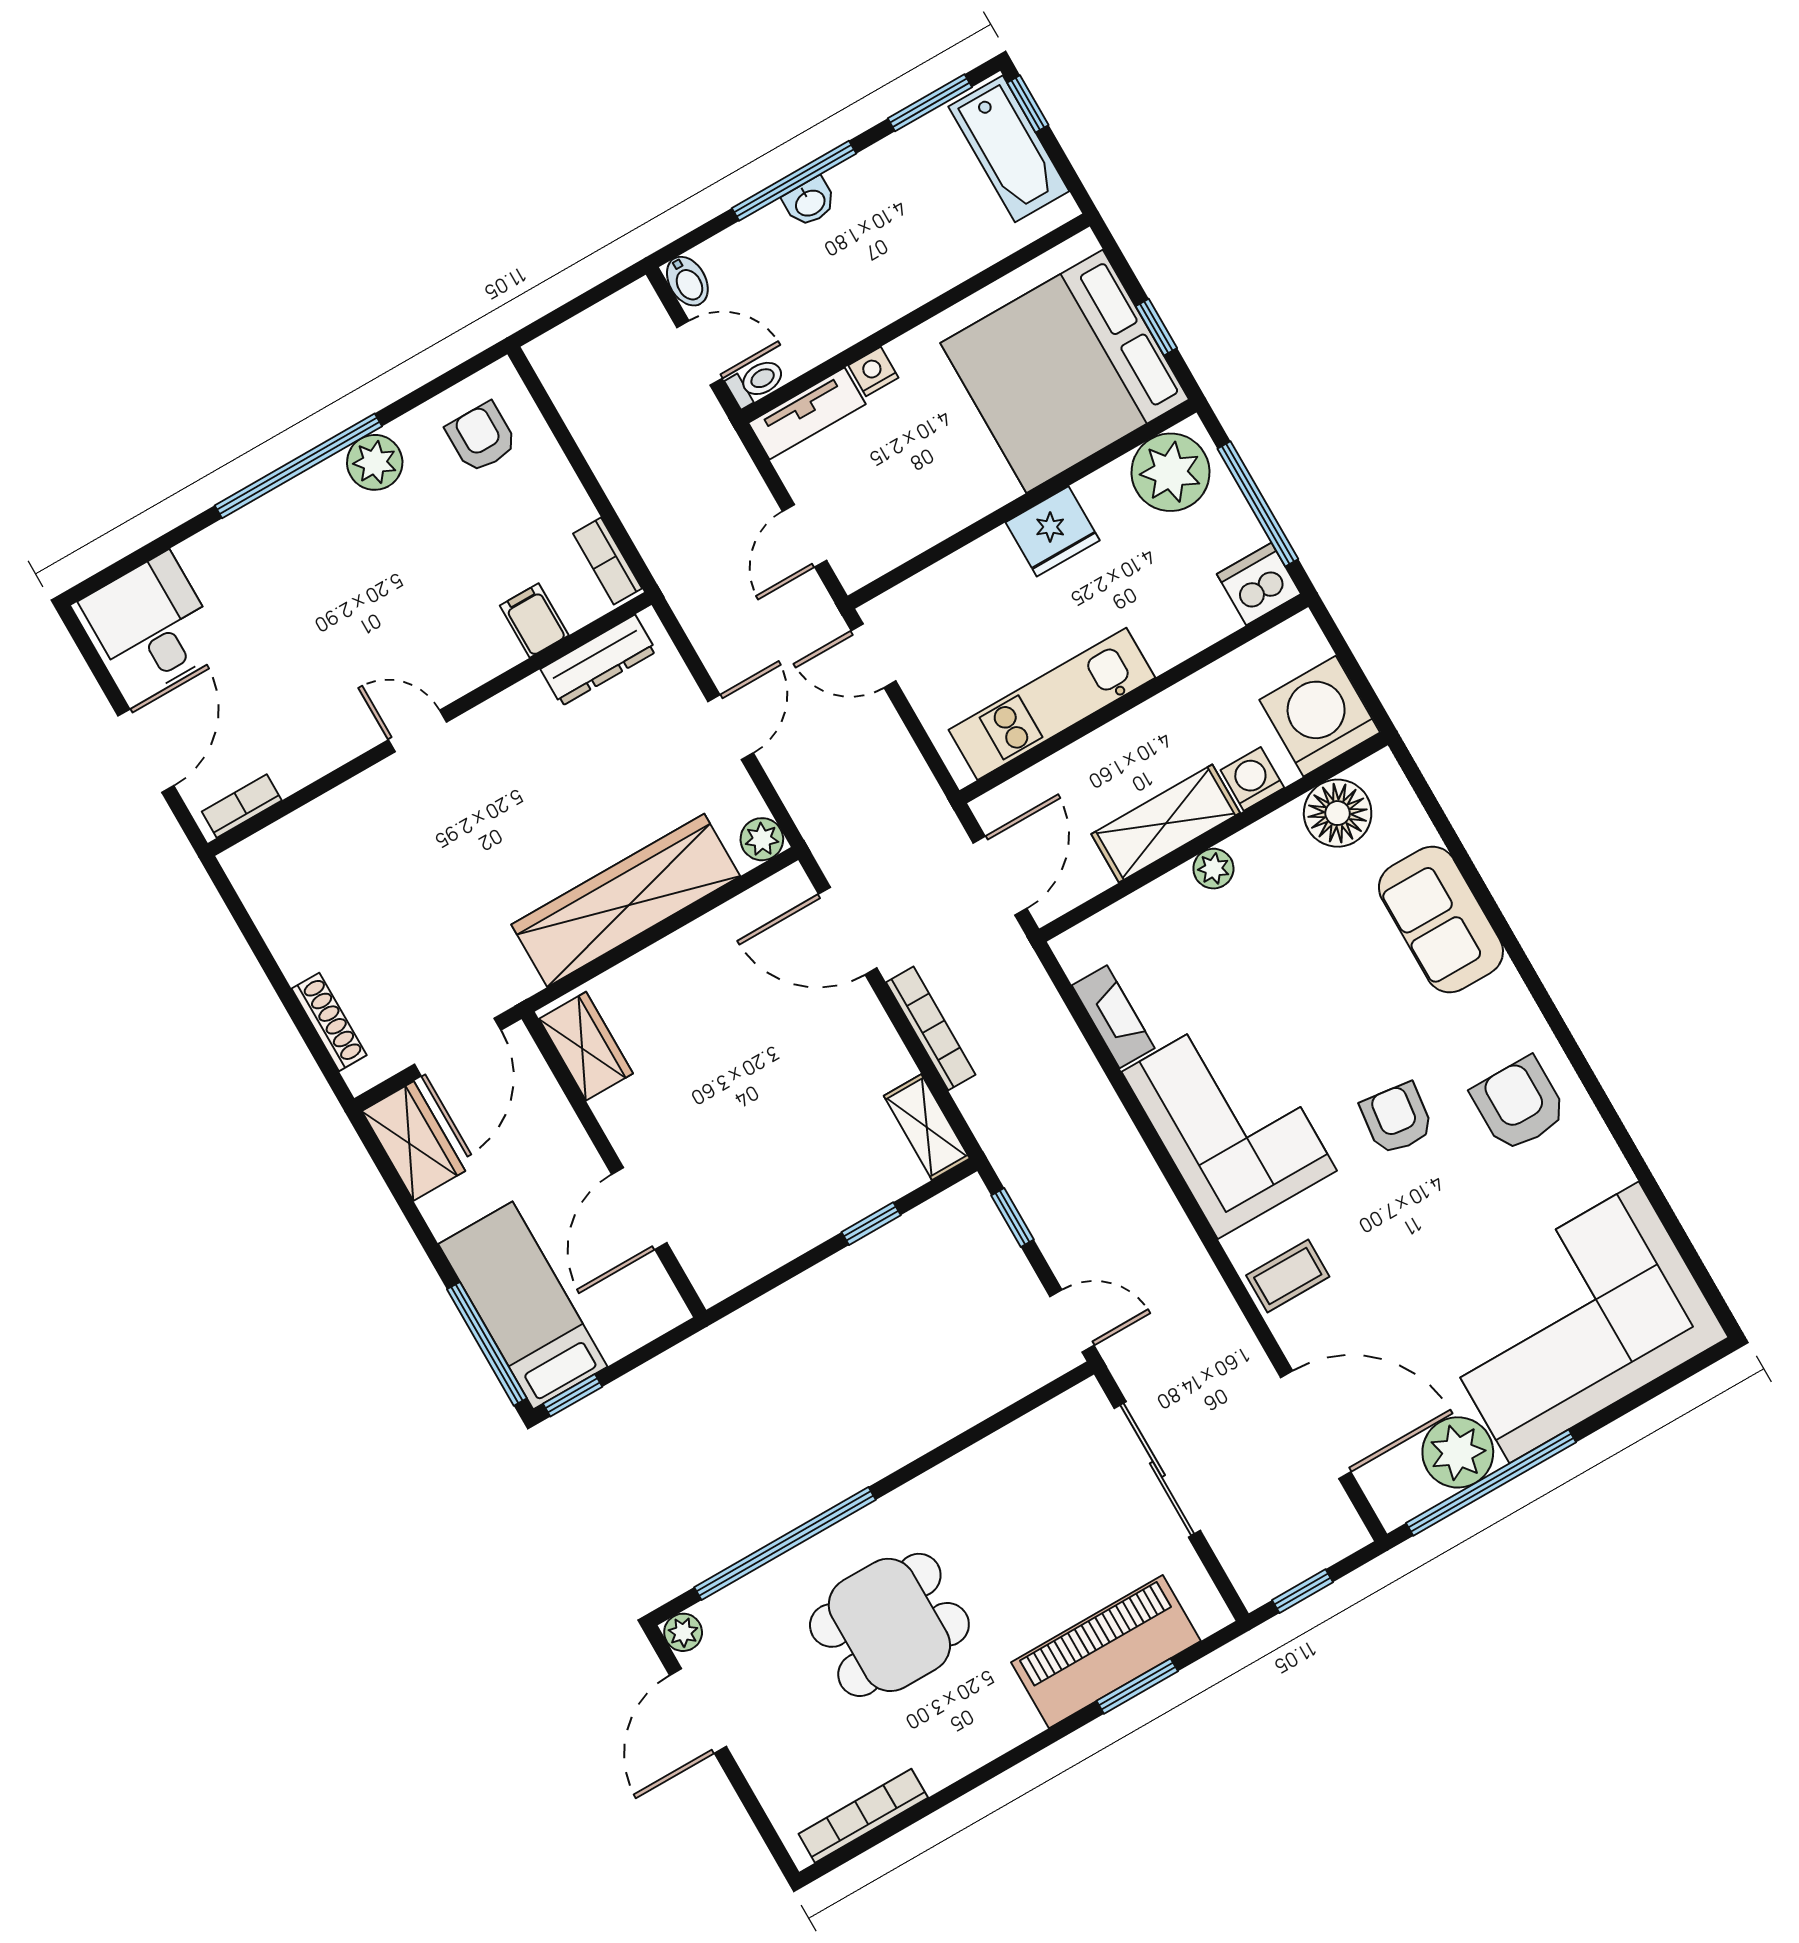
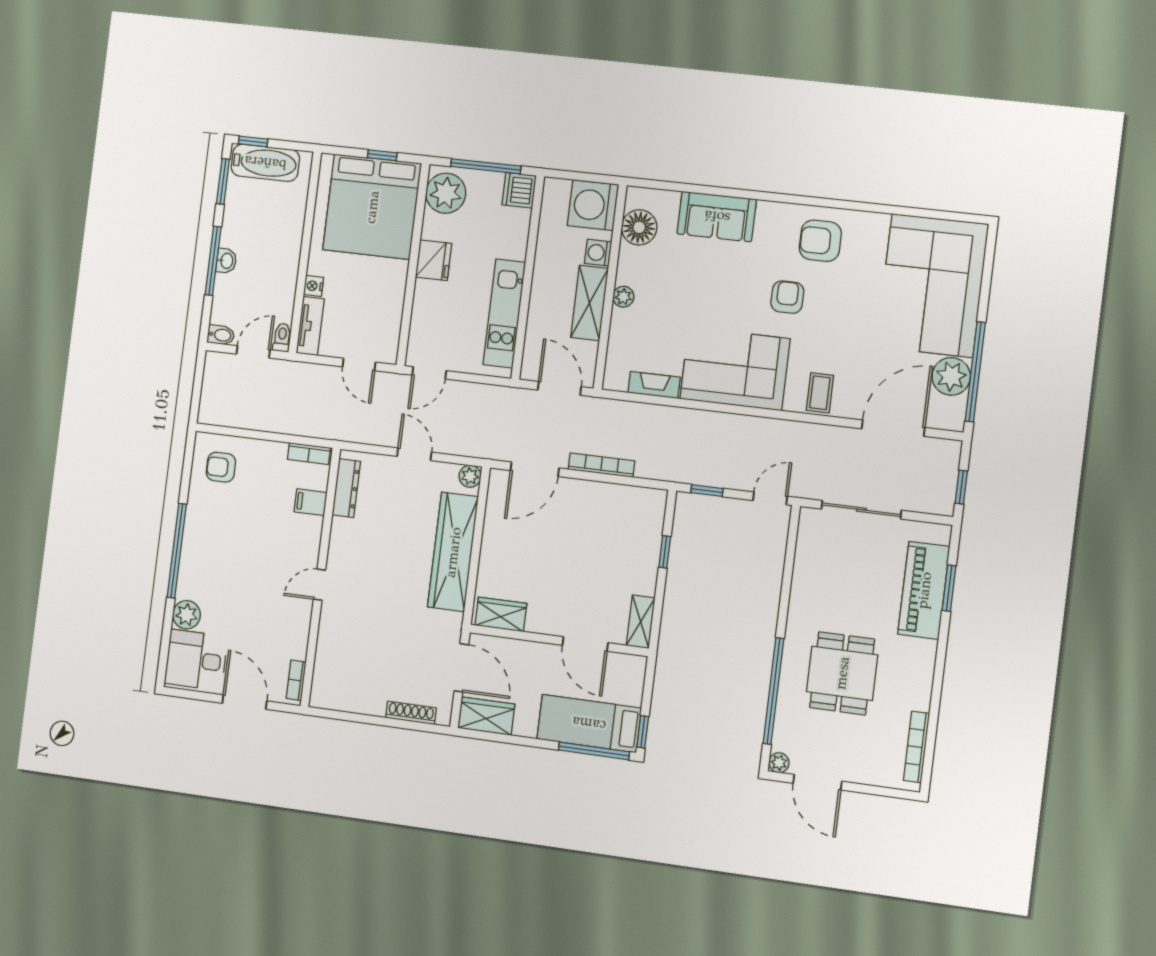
plant: (375, 462) -> (187, 615), moved
armchair: (1397, 1119) -> (787, 297), turned 83
shelving: (927, 1127) -> (641, 622), moved, turned 90

